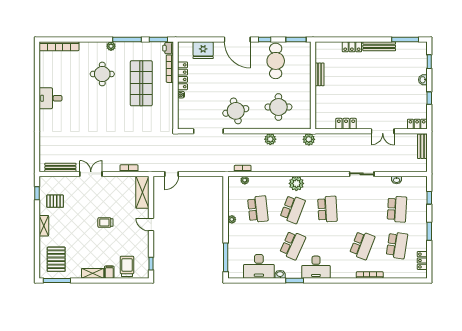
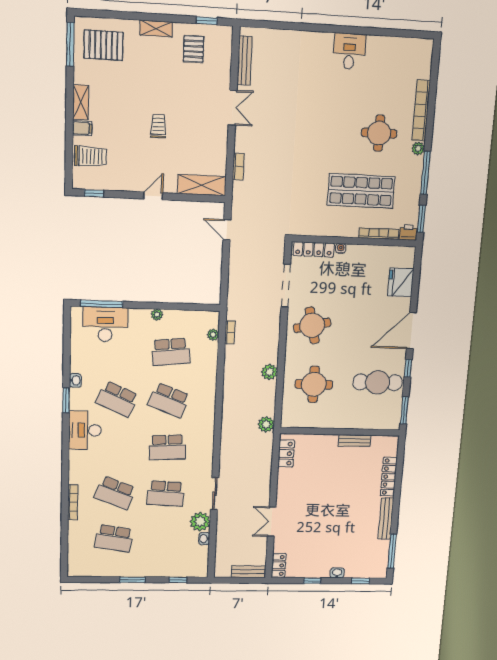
bookcase: (59, 46) -> (421, 110), moved
locker: (352, 47) -> (389, 477), width x1.53
locker: (183, 76) -> (314, 249), moved
locker: (346, 124) -> (286, 454), moved
plant: (296, 183) -> (200, 522), moved
school desk: (397, 209) -> (166, 494), moved
locker: (422, 261) -> (92, 571), removed
desk: (259, 266) -> (105, 324), moved, turned 90

